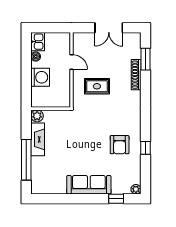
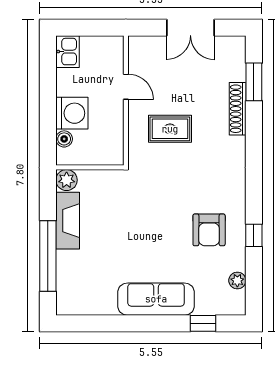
boiler: (36, 57) -> (64, 139), moved
plant: (136, 189) -> (237, 280), moved

